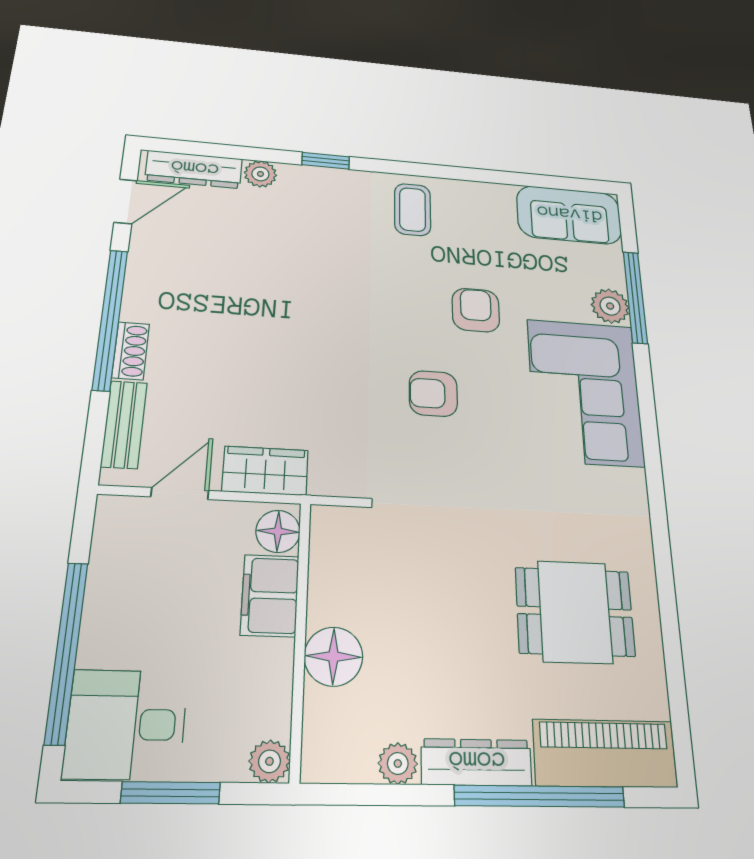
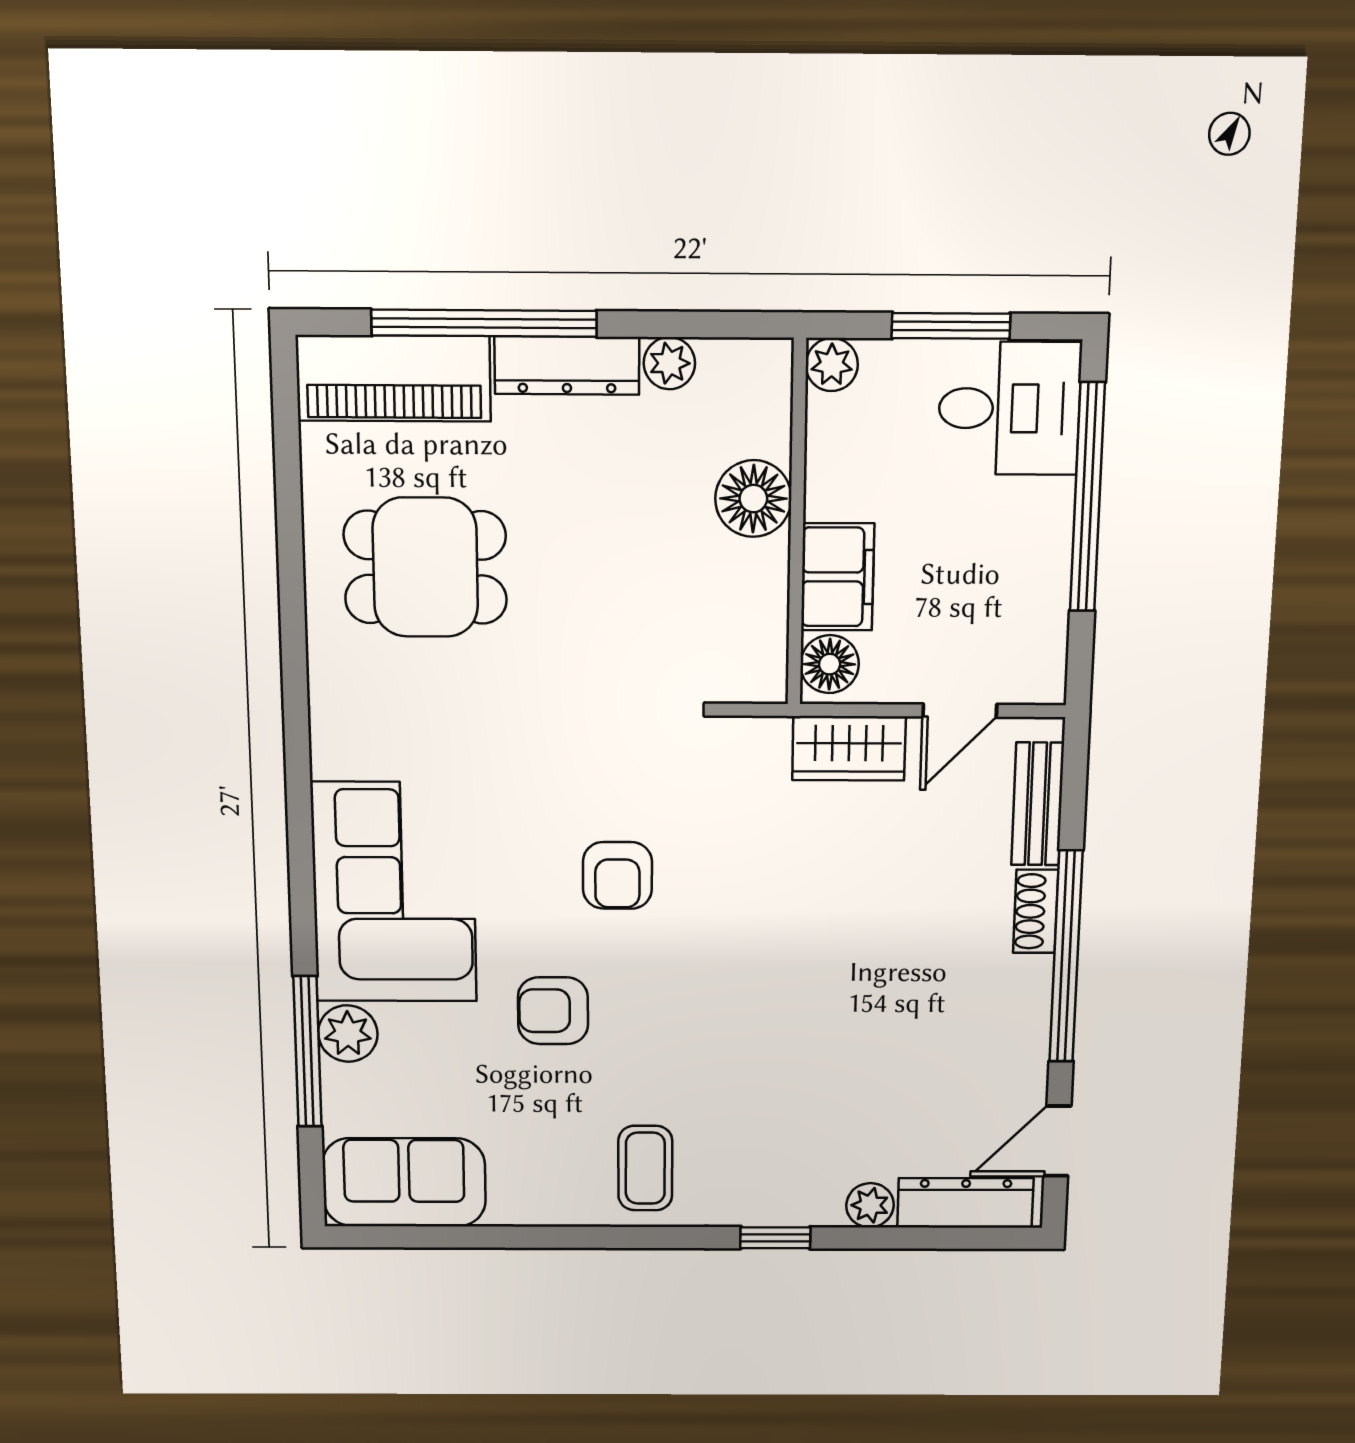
armchair: (476, 310) -> (553, 1011), turned 90
armchair: (433, 394) -> (617, 875), turned 90

